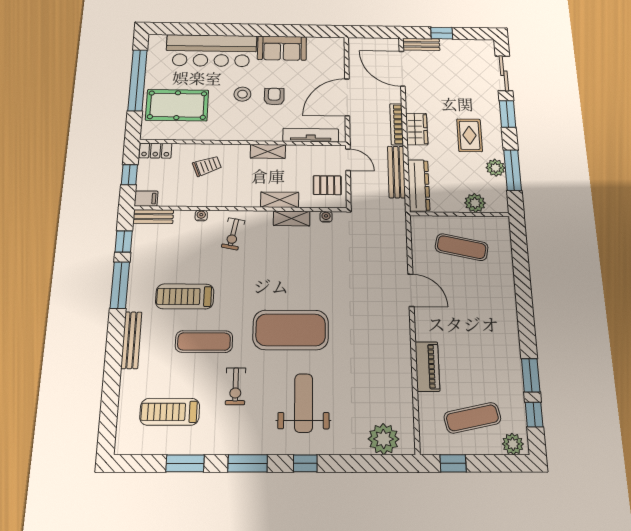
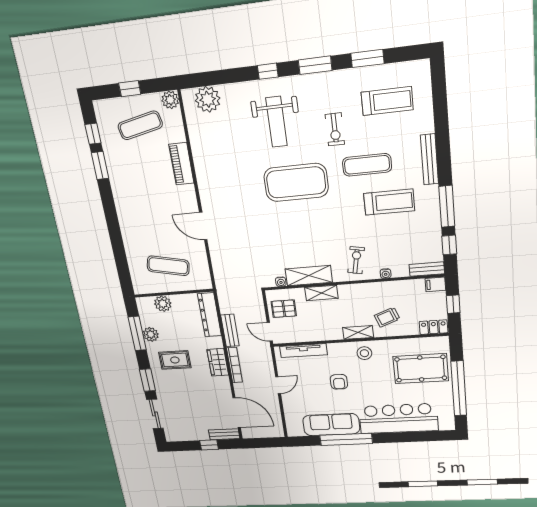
window: (276, 30) -> (346, 439), added
sofa: (282, 48) -> (331, 425), width x1.36
stool: (242, 94) -> (364, 353), moved
door: (347, 97) -> (278, 385), width x0.53
rug: (469, 135) -> (175, 360), turned 90
shelving: (268, 151) -> (358, 332), moved
bench: (396, 172) -> (230, 330), width x0.73
shelving: (292, 218) -> (309, 276), width x1.50, depth x1.33
exercise bike: (236, 386) -> (335, 129), turned 180
plant: (513, 444) -> (170, 100), moved
window: (453, 463) -> (130, 89), moved

